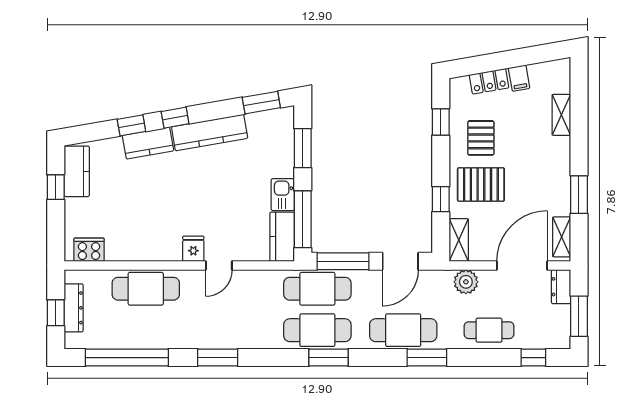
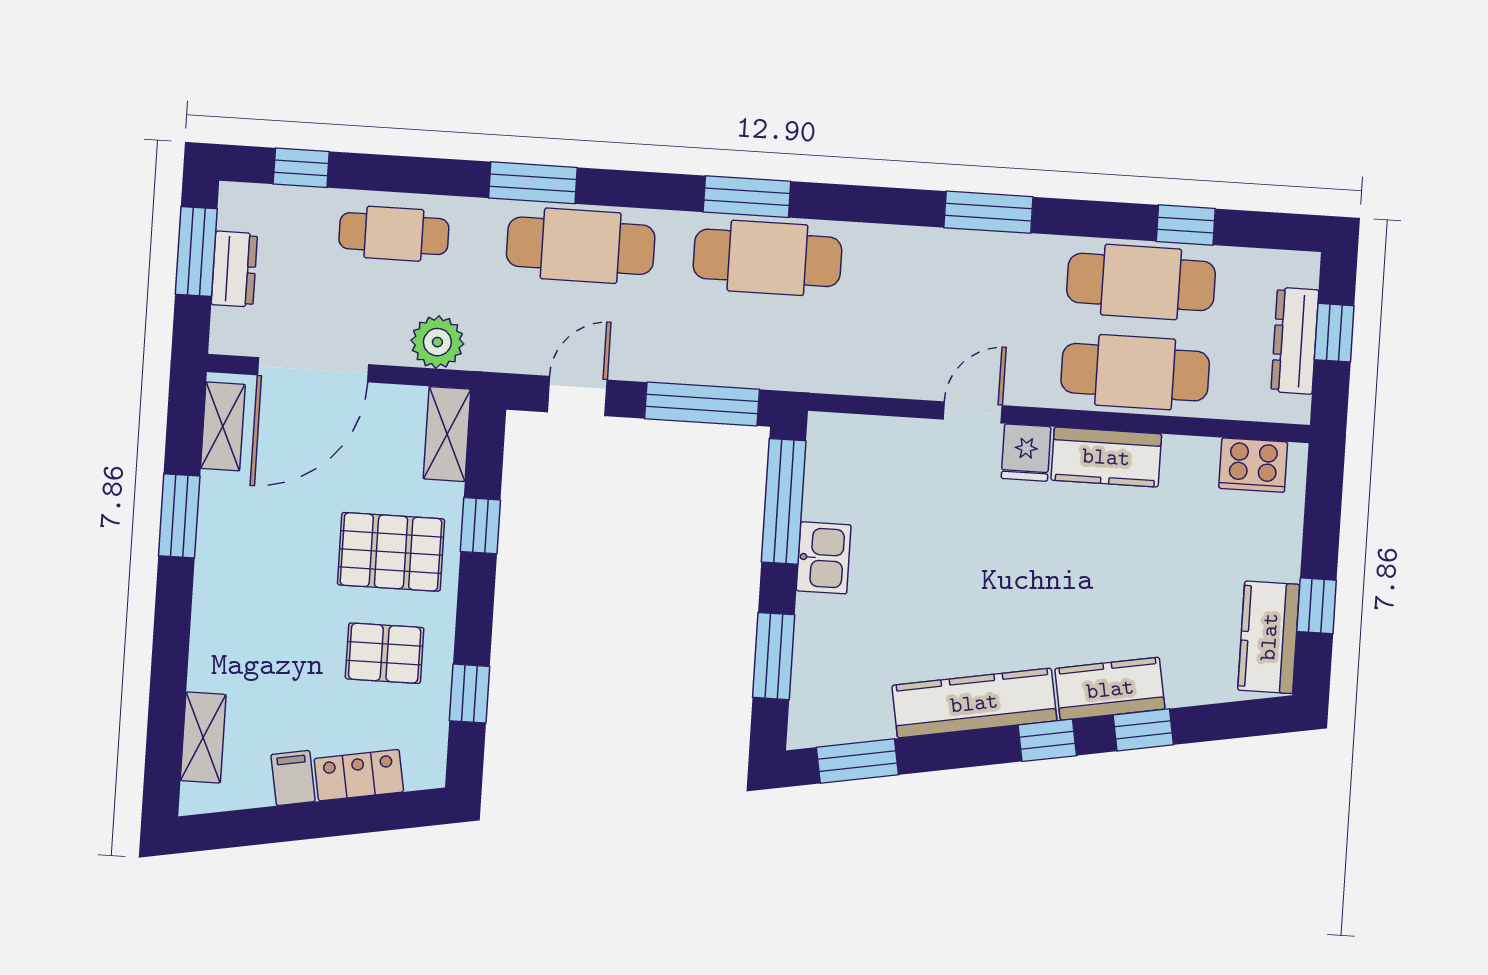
shelving: (561, 115) -> (203, 738), moved
pallet: (481, 138) -> (385, 653), turned 90
kitchen counter: (282, 237) -> (1106, 457), moved, turned 90
door: (400, 261) -> (577, 396), width x0.73
dresser: (561, 287) -> (234, 269), moved
cafe table: (317, 289) -> (1141, 282), moved
window: (127, 358) -> (1186, 225), width x0.32

